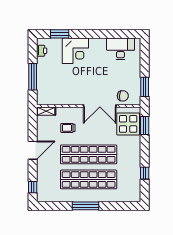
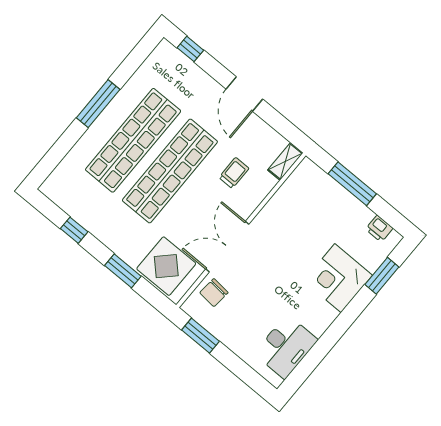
window: (145, 125) -> (123, 271), moved

